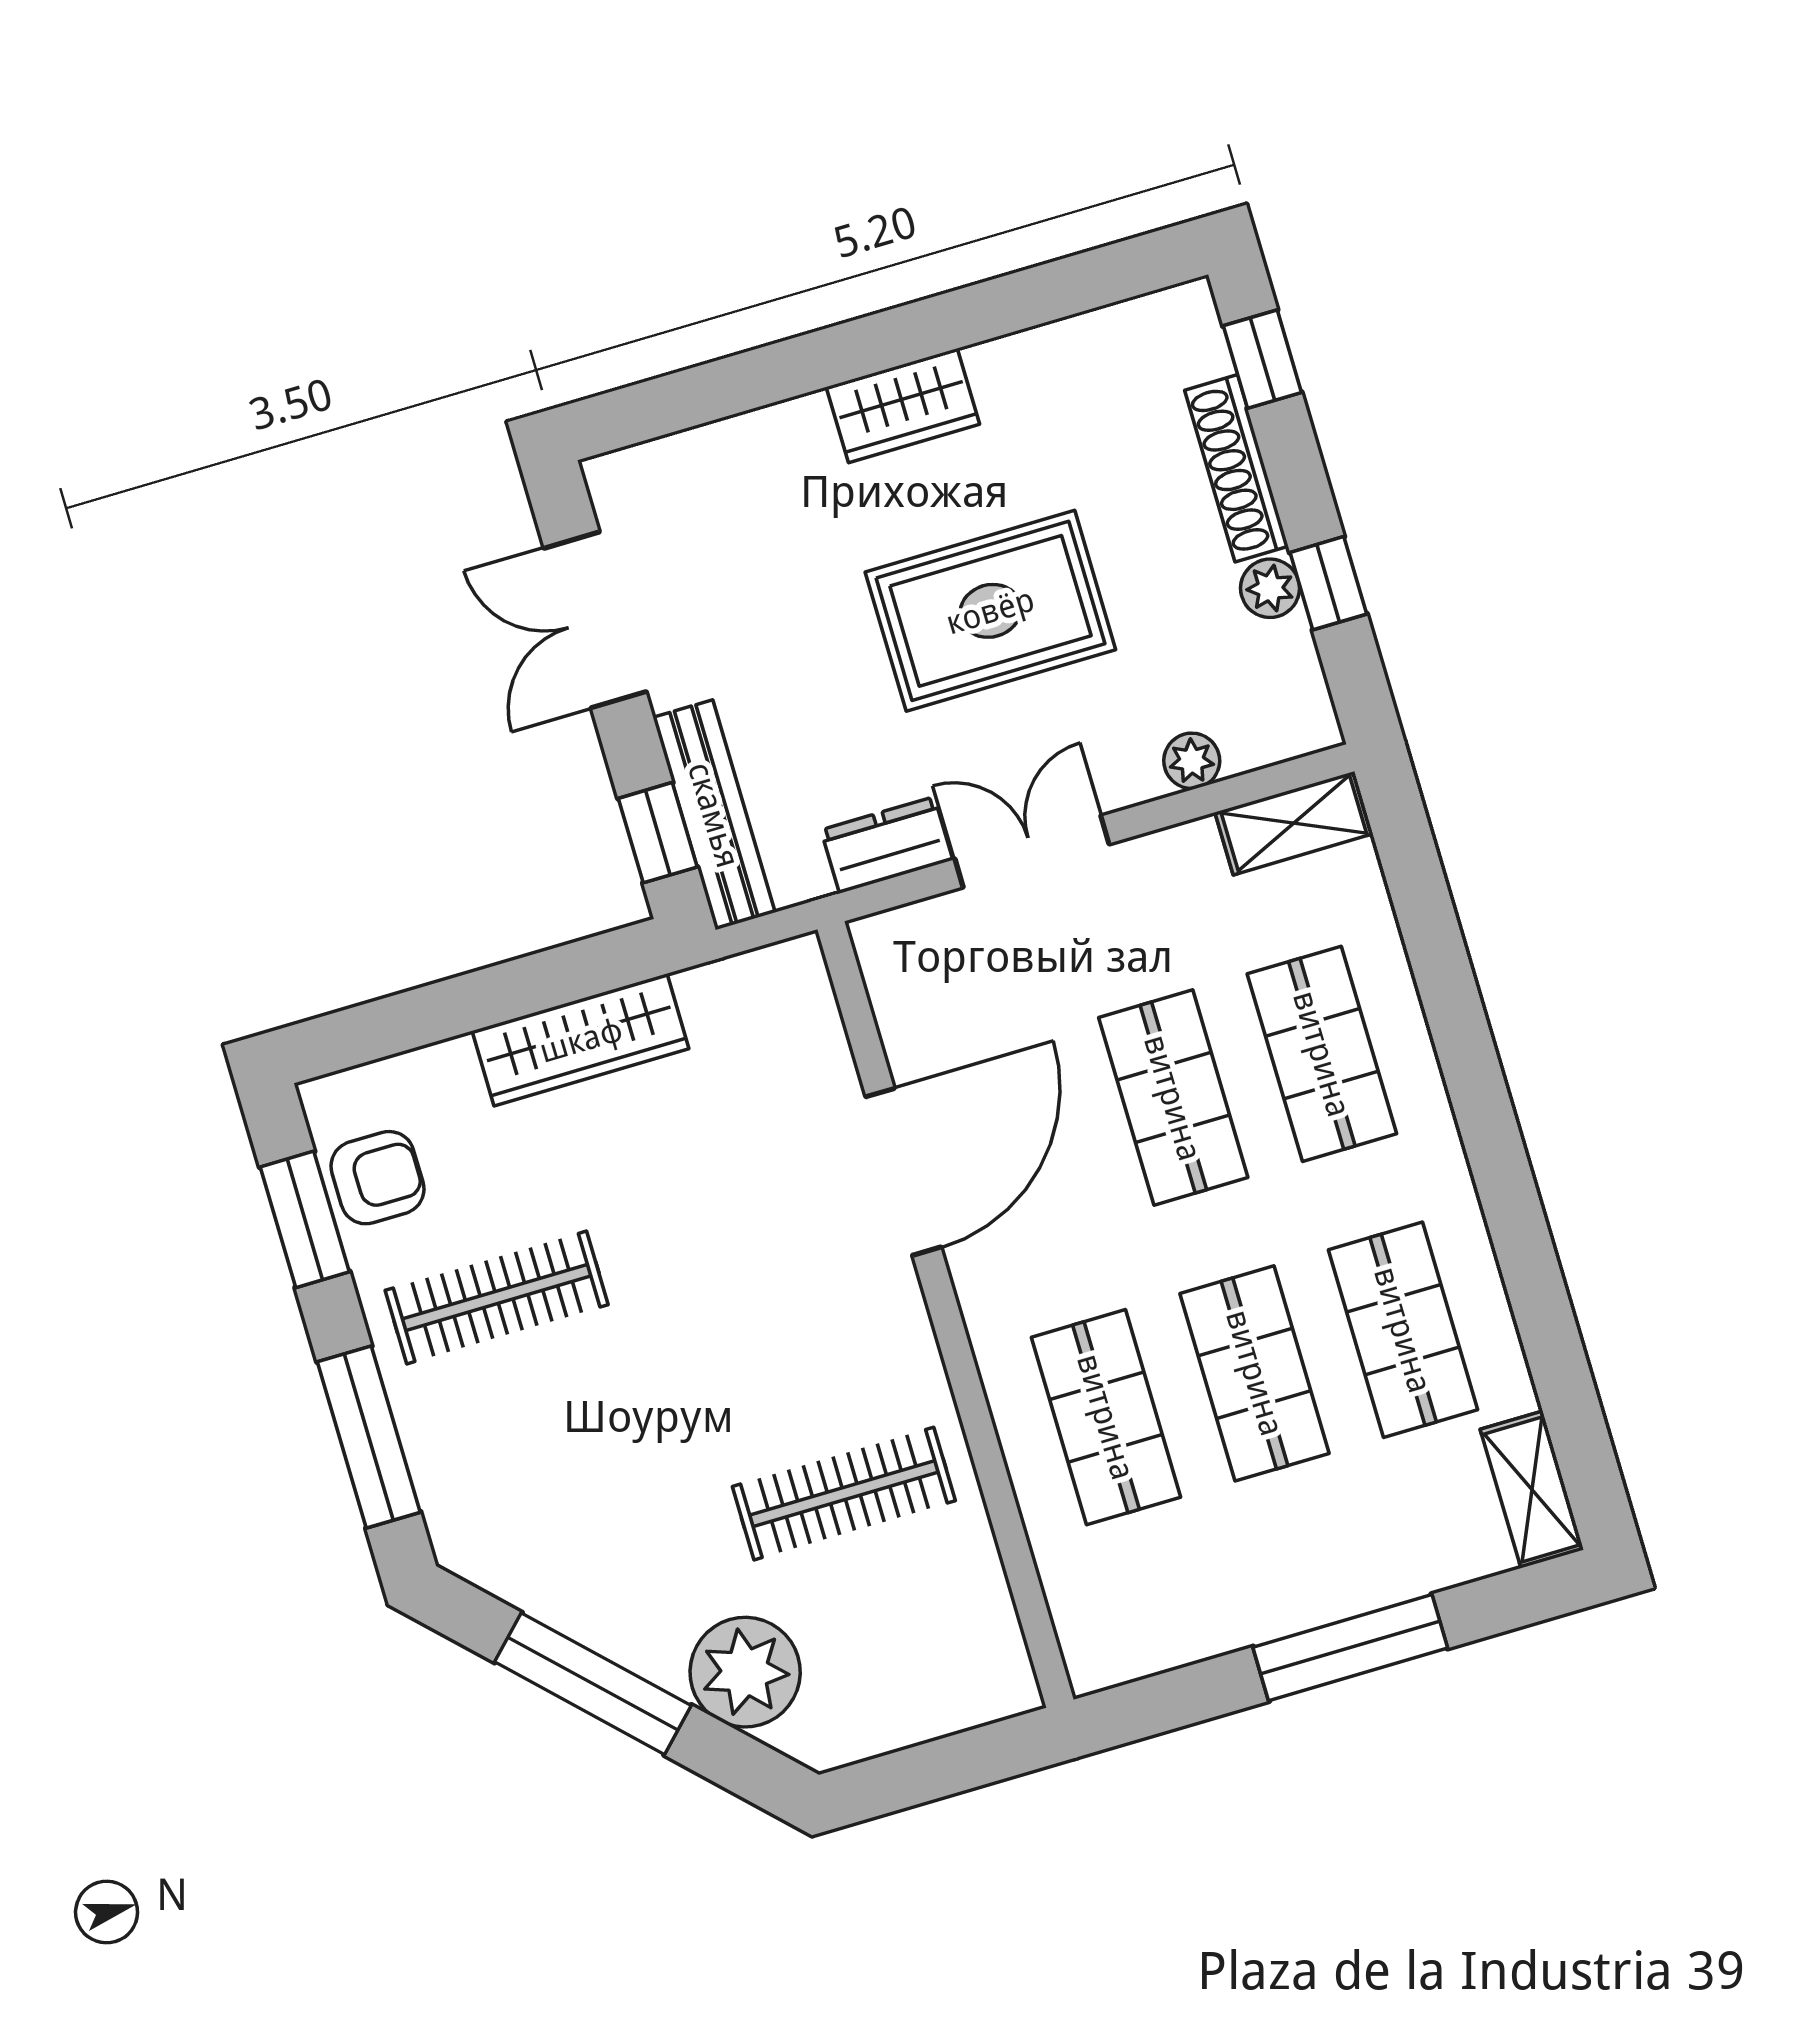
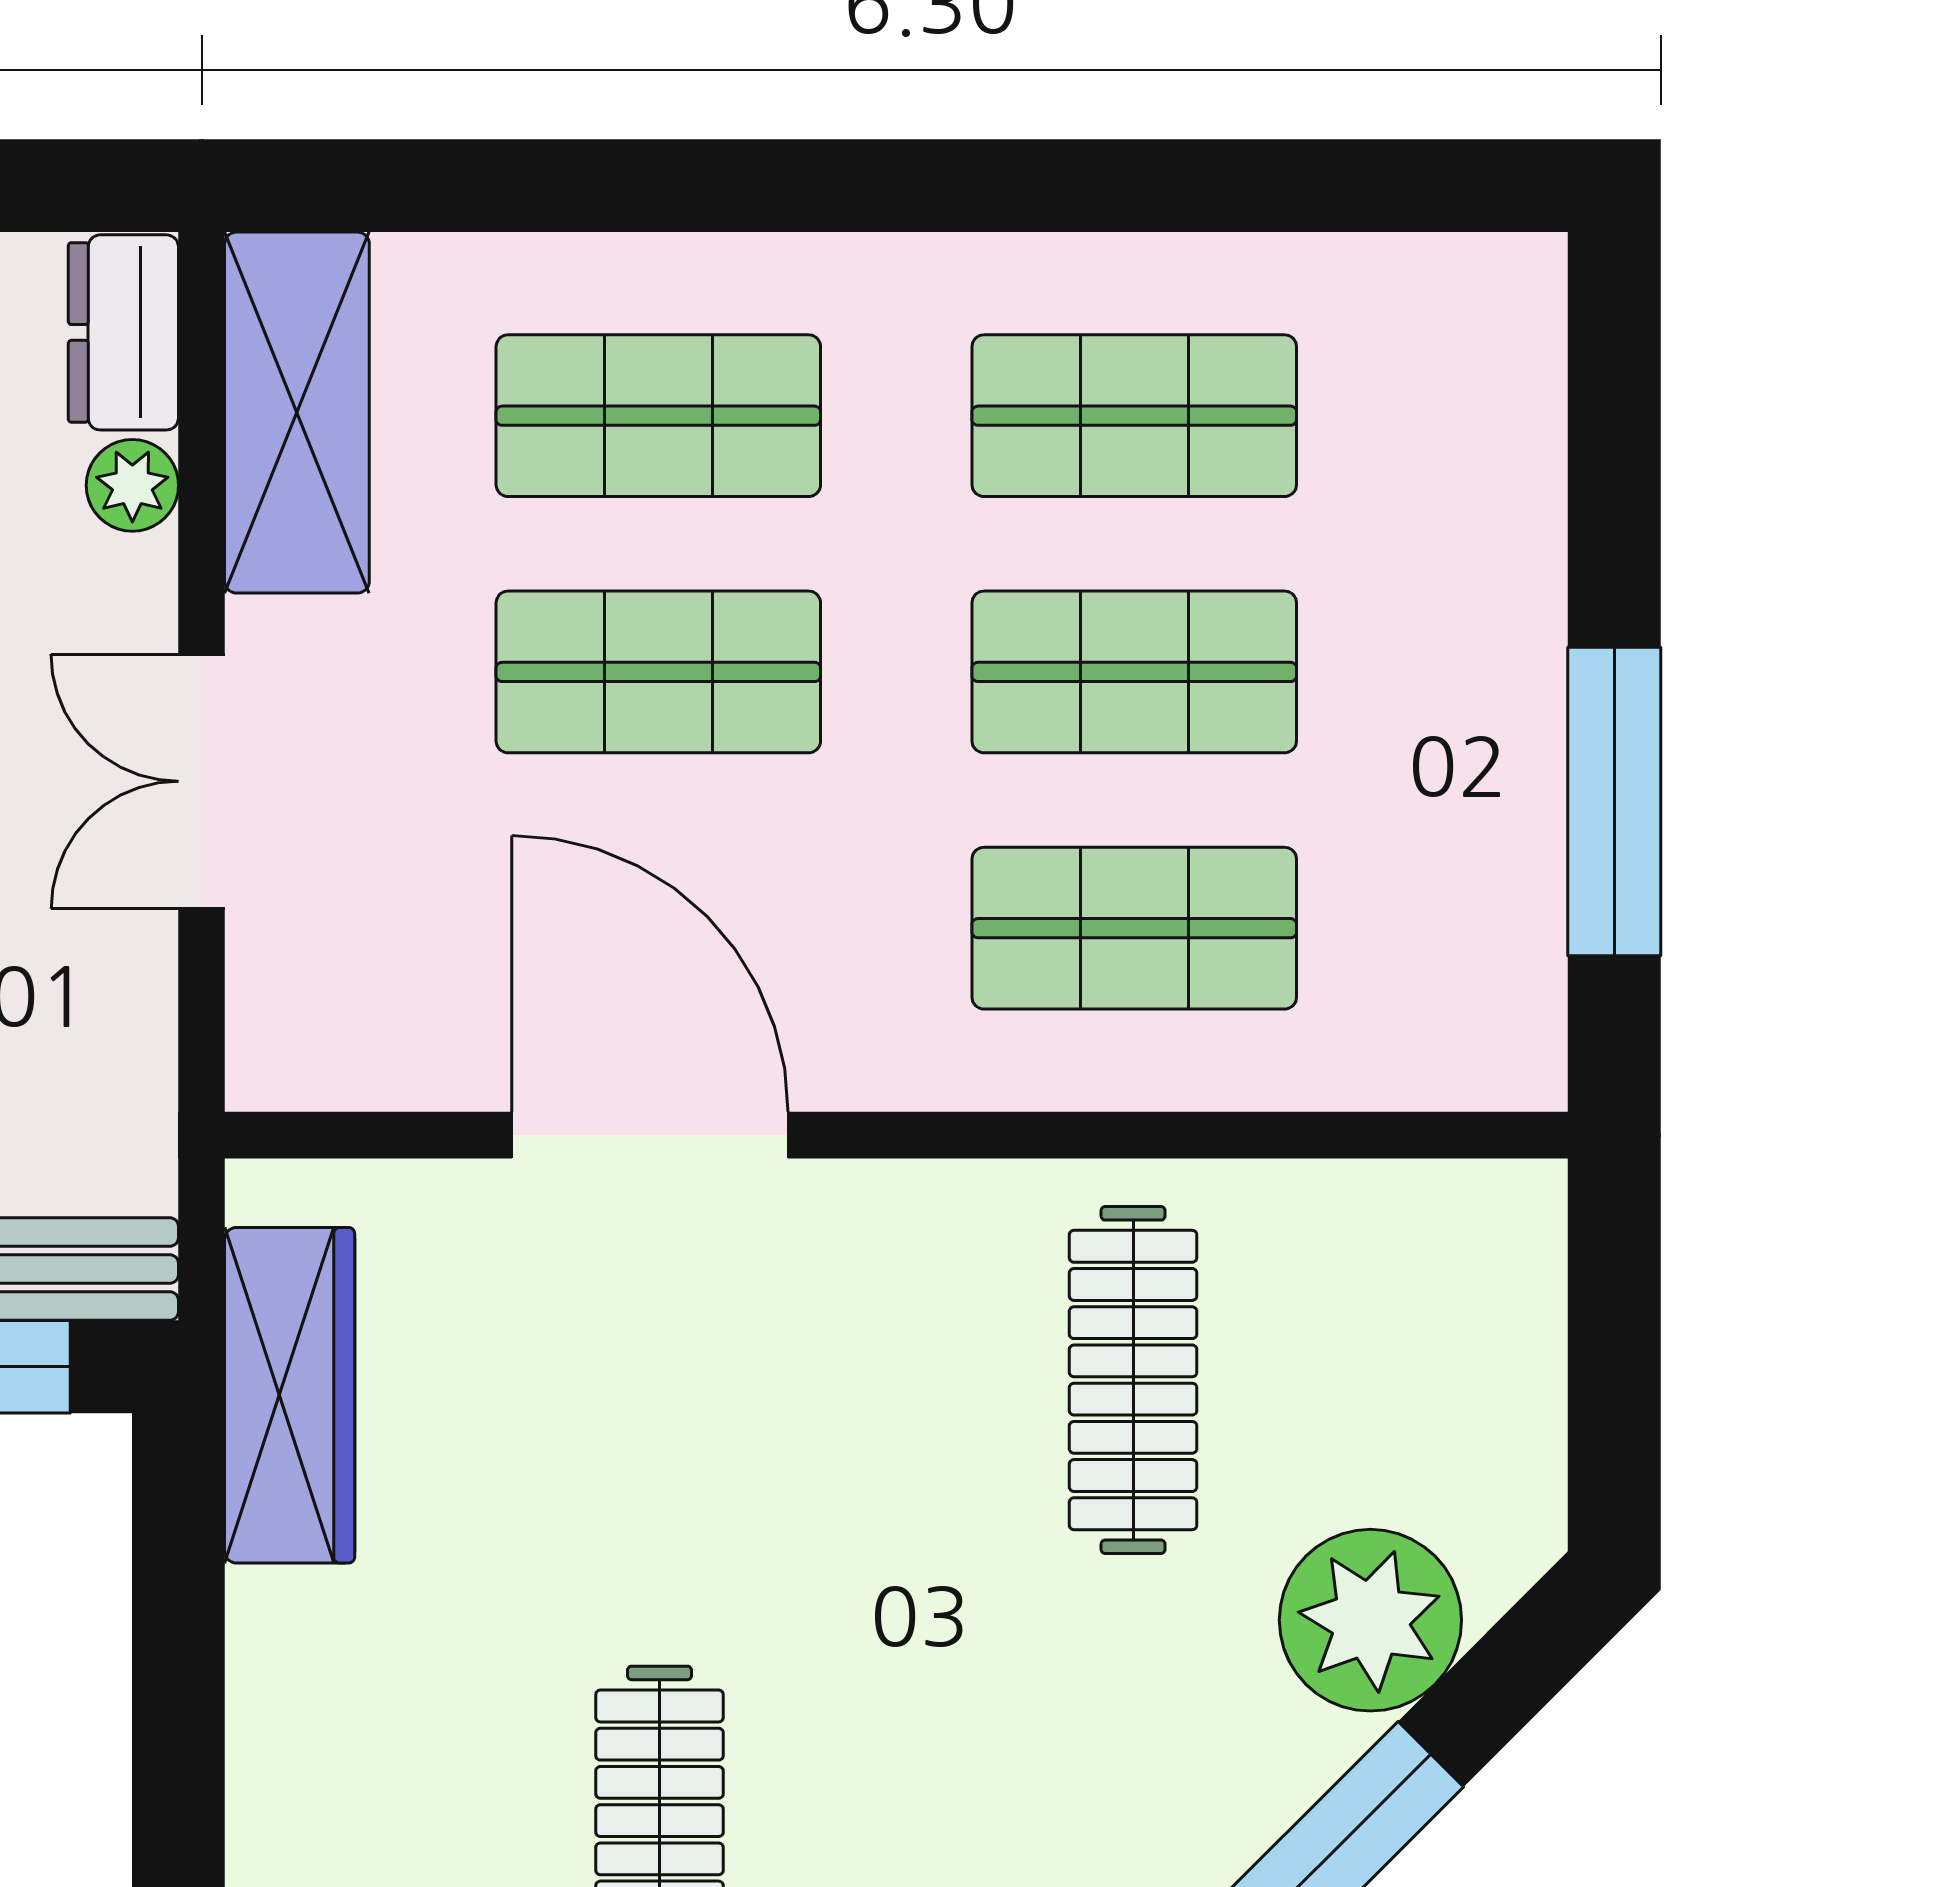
shelving: (1294, 823) -> (297, 413), width x1.50, depth x1.33
dresser: (887, 845) -> (123, 332), moved
wardrobe: (581, 1040) -> (290, 1395), moved
shelving: (1532, 1489) -> (1448, 286), removed
window: (1350, 1648) -> (1614, 801), moved

